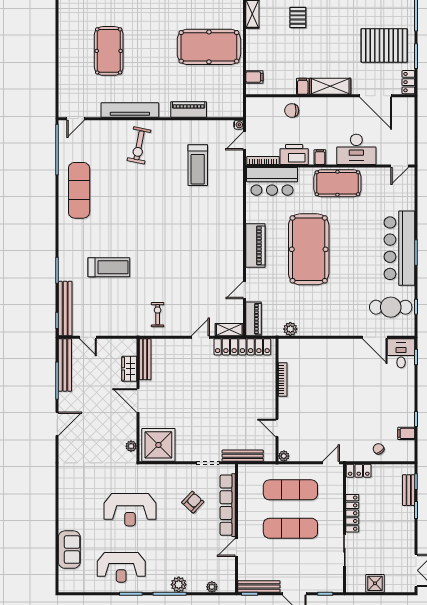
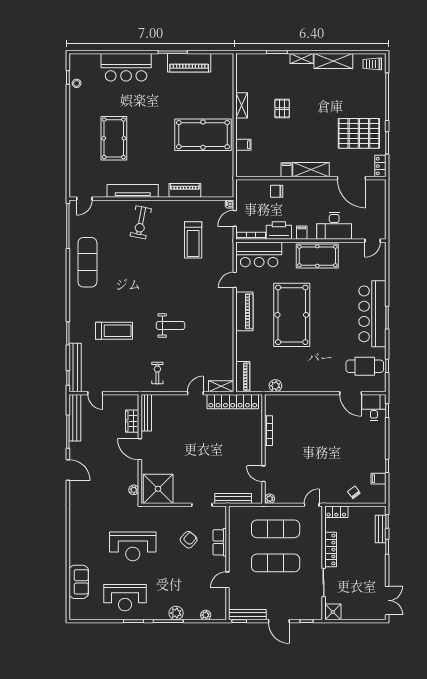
filing cabinet: (254, 77) -> (243, 145), moved
weight bench: (172, 261) -> (171, 325), added
door: (245, 290) -> (235, 280), moved
door: (57, 424) -> (68, 470), hinge flipped
row of seats: (228, 505) -> (220, 542), width x0.50
shower: (375, 583) -> (333, 612), moved

